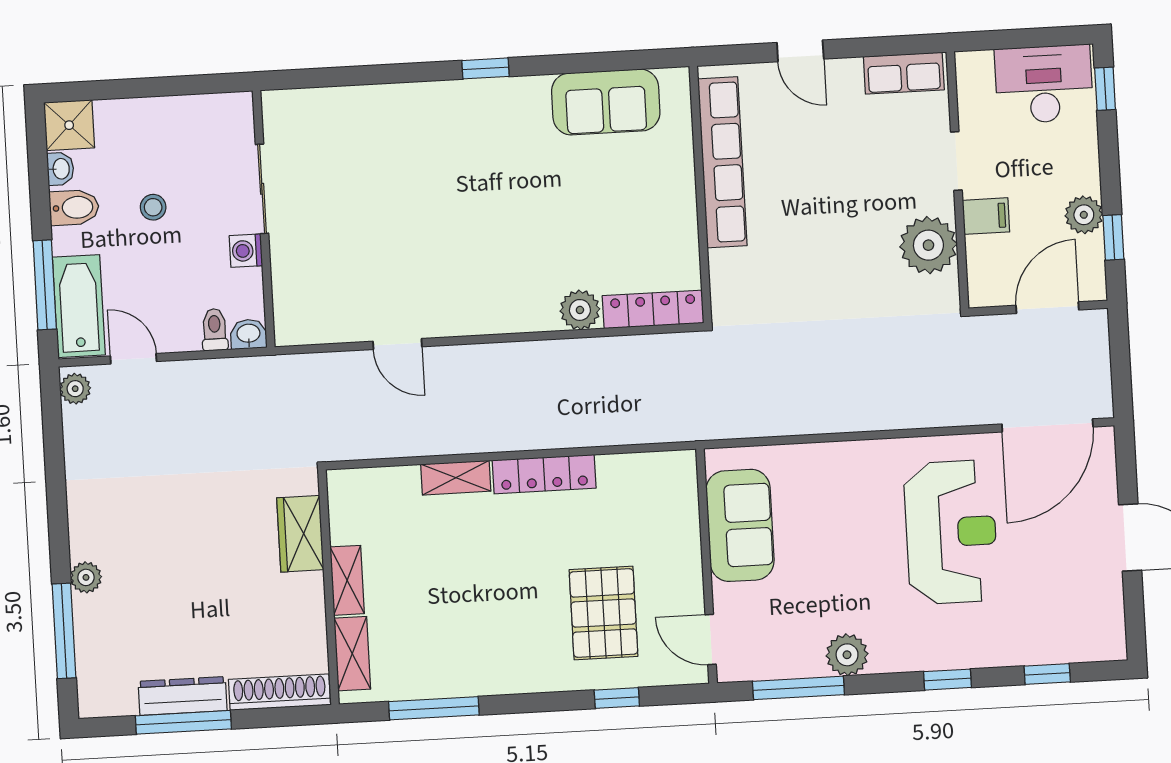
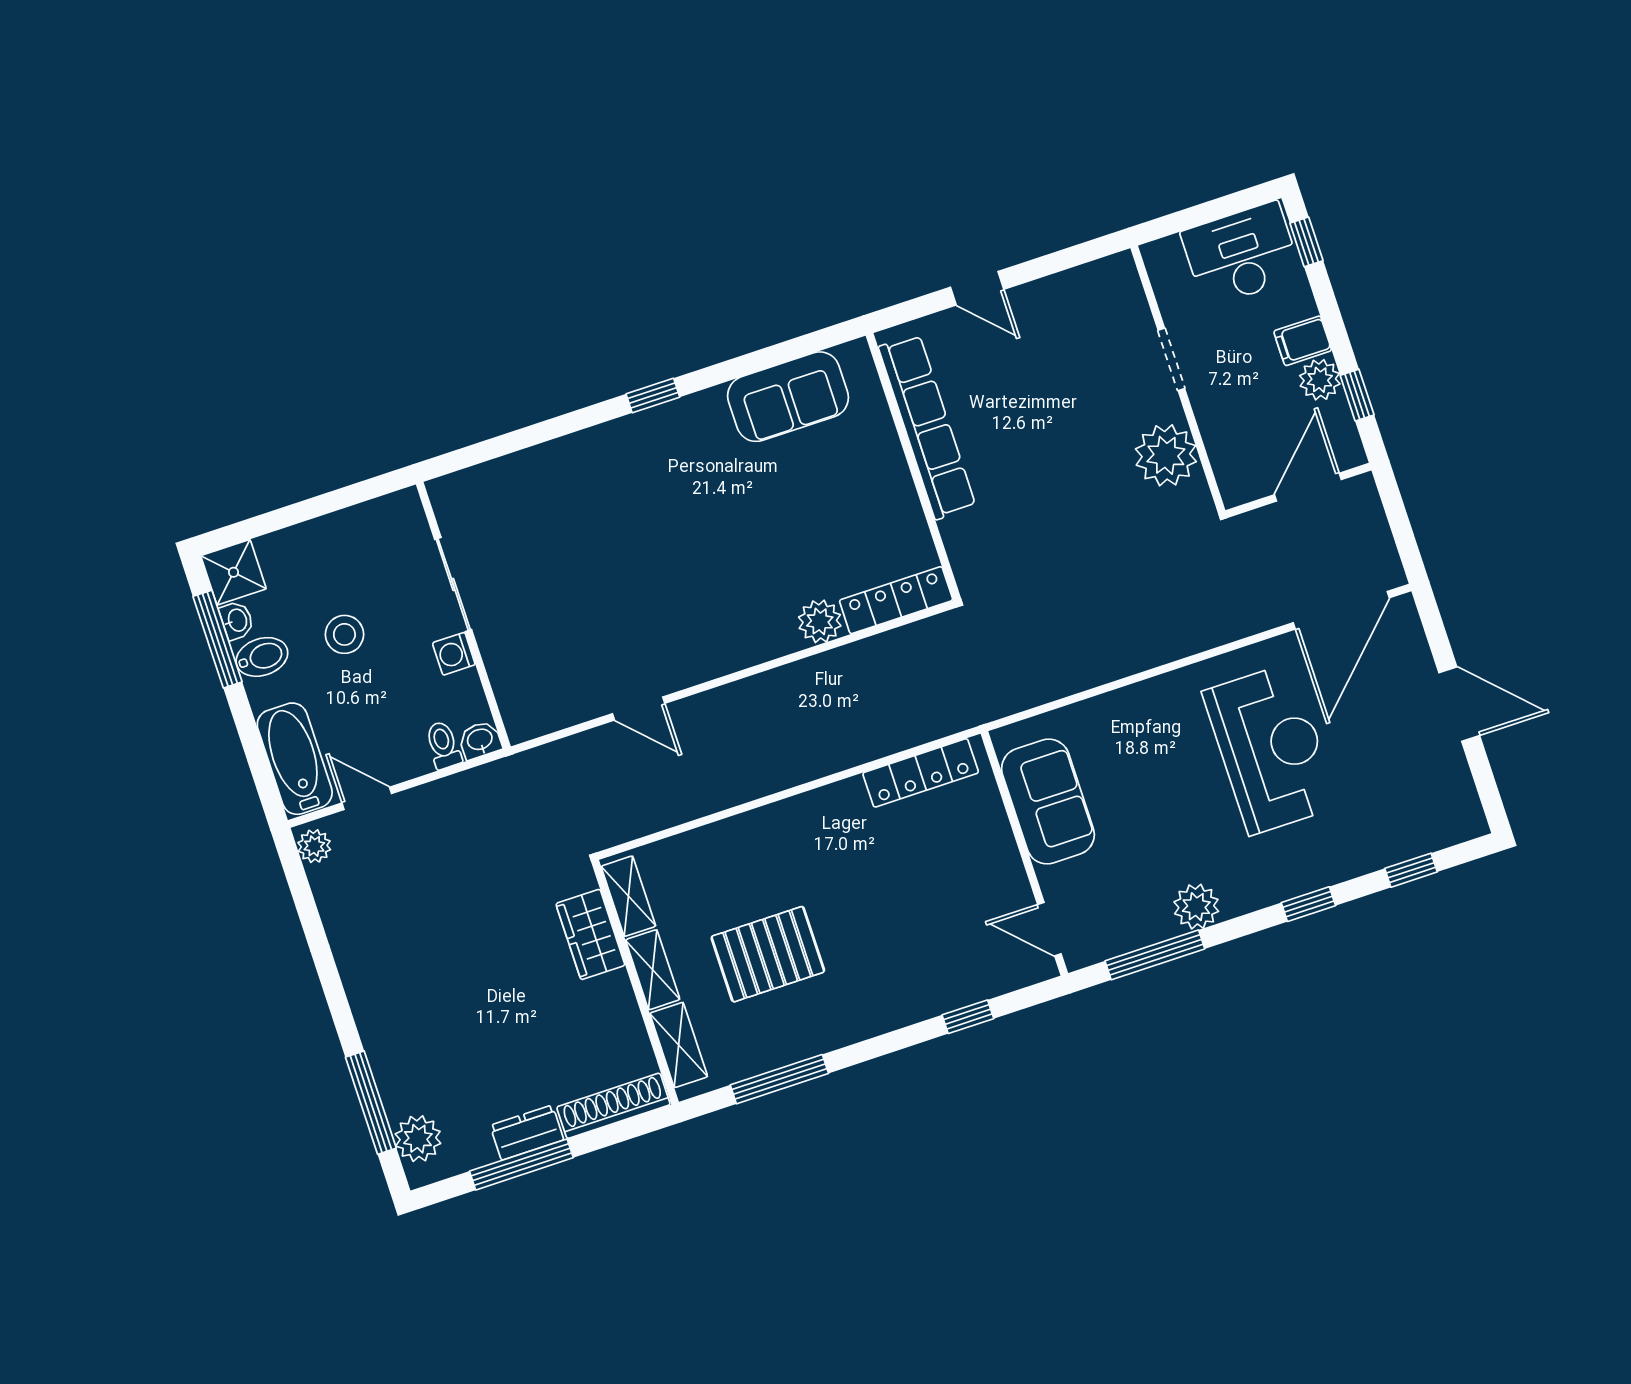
row of seats: (904, 73) -> (1092, 282), removed
stool: (153, 207) -> (344, 634), width x1.37, depth x1.37
filing cabinet: (986, 216) -> (1303, 341), moved, turned 180
window: (45, 285) -> (218, 639), moved
locker: (544, 474) -> (921, 773), moved
shelving: (456, 478) -> (628, 896), moved, turned 90
plant: (86, 577) -> (418, 1139), moved, width x1.38, depth x1.38
pallet: (603, 613) -> (768, 954), moved, turned 90
dresser: (183, 696) -> (527, 1133), width x0.70

